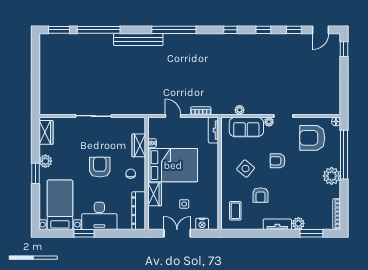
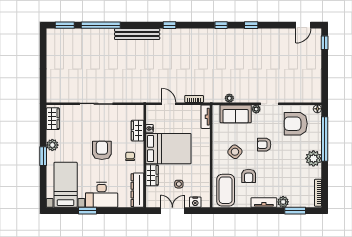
window: (174, 30) -> (169, 25), width x0.32
window: (294, 30) -> (279, 25), removed
coffee table: (235, 211) -> (226, 190), width x1.86, depth x1.72

